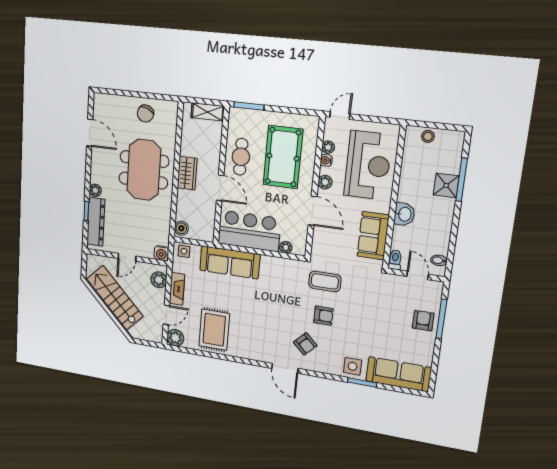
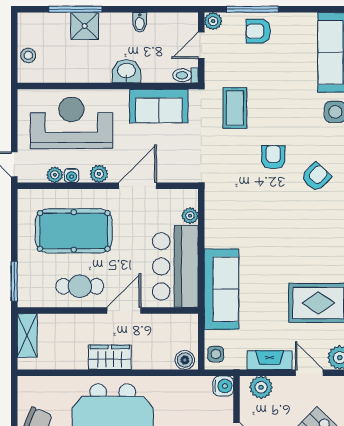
bidet: (439, 260) -> (140, 22), moved
coffee table: (325, 281) -> (235, 108), moved
plant: (436, 287) -> (213, 21), added

